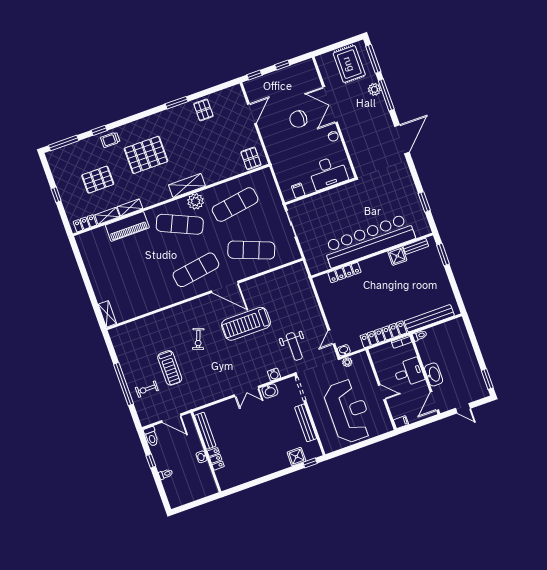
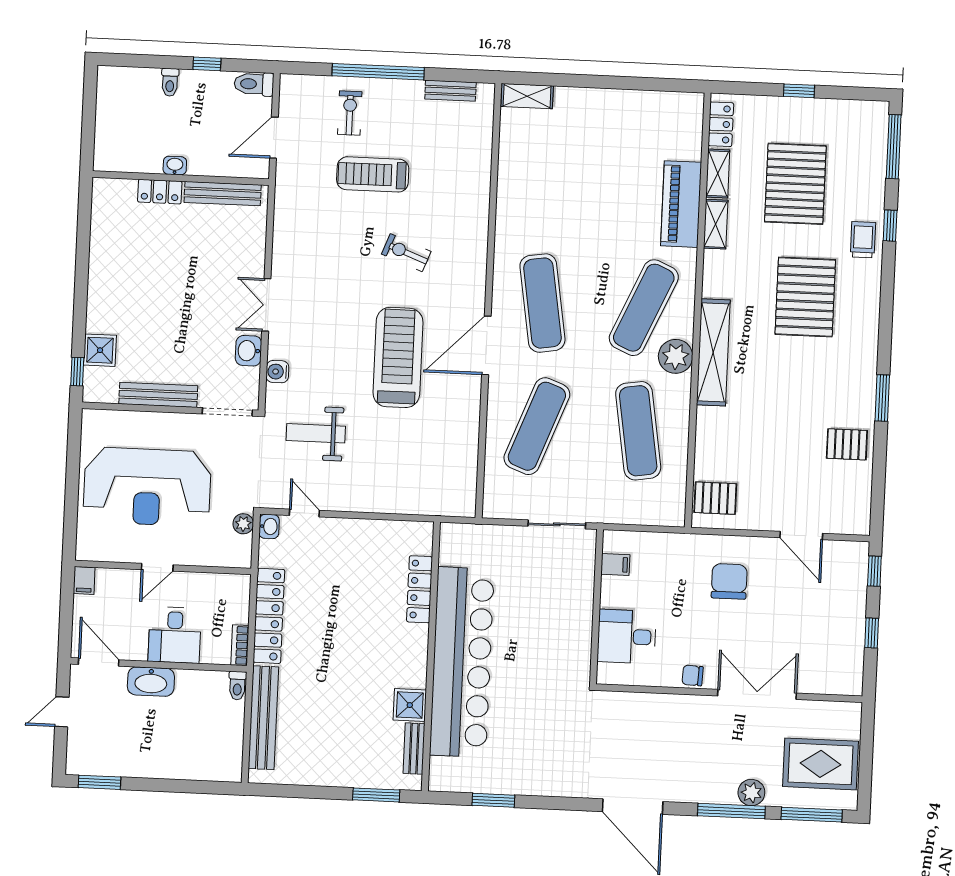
chair: (298, 119) -> (729, 581), moved
desk: (328, 173) -> (627, 637), width x0.73
pallet: (98, 180) -> (795, 184), width x1.37, depth x1.41
shelving: (187, 186) -> (713, 352), width x1.47
bench: (119, 349) -> (450, 91), added

